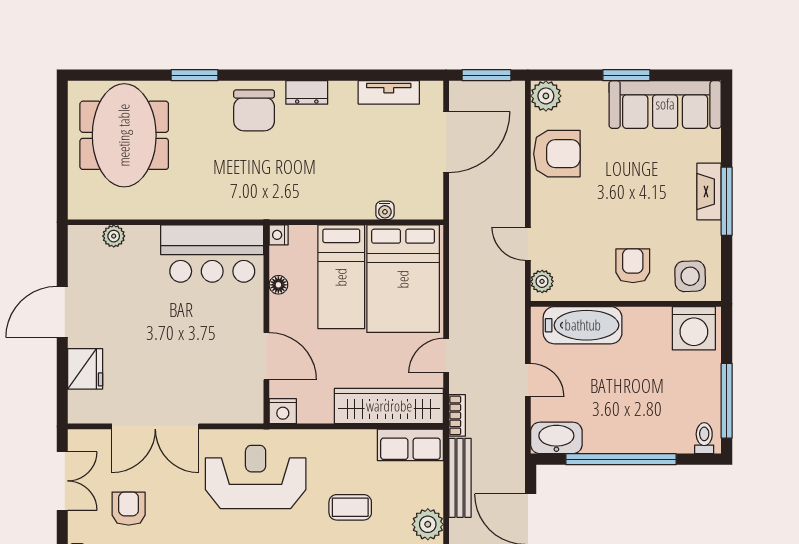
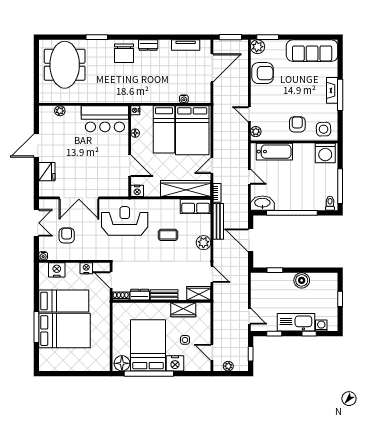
window: (626, 75) -> (268, 37), moved

